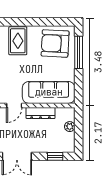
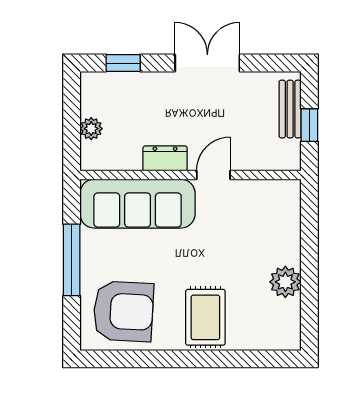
window: (79, 52) -> (72, 260), moved
dresser: (41, 113) -> (165, 158), width x0.70

